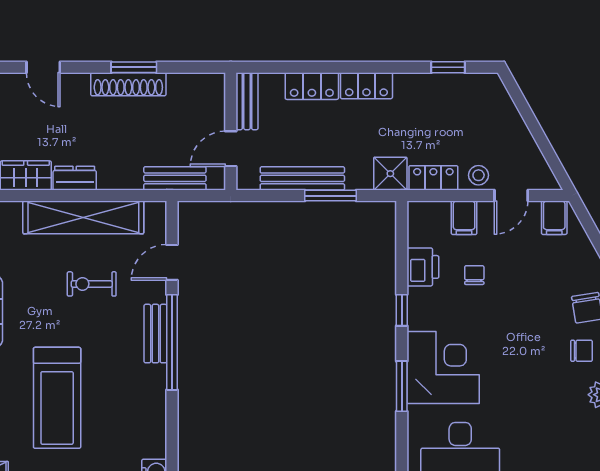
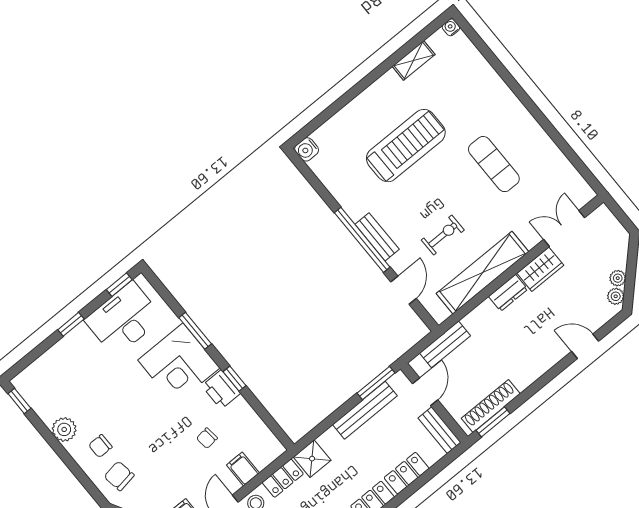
window: (134, 67) -> (493, 422), moved
shoe rack: (128, 84) -> (491, 406), moved
window: (331, 196) -> (376, 383), moved
printer: (423, 267) -> (221, 390), moved
chair: (474, 275) -> (207, 438), turned 84
treadmill: (57, 398) -> (406, 146), turned 90

